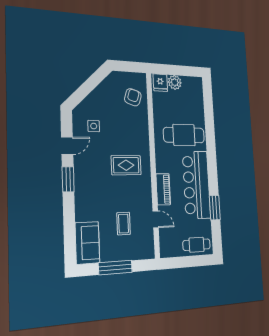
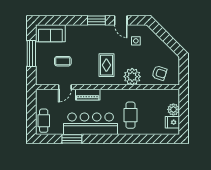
fridge: (160, 83) -> (172, 122), moved
plant: (139, 132) -> (132, 77), added
cafe table: (184, 135) -> (131, 115), width x0.73, depth x0.74

